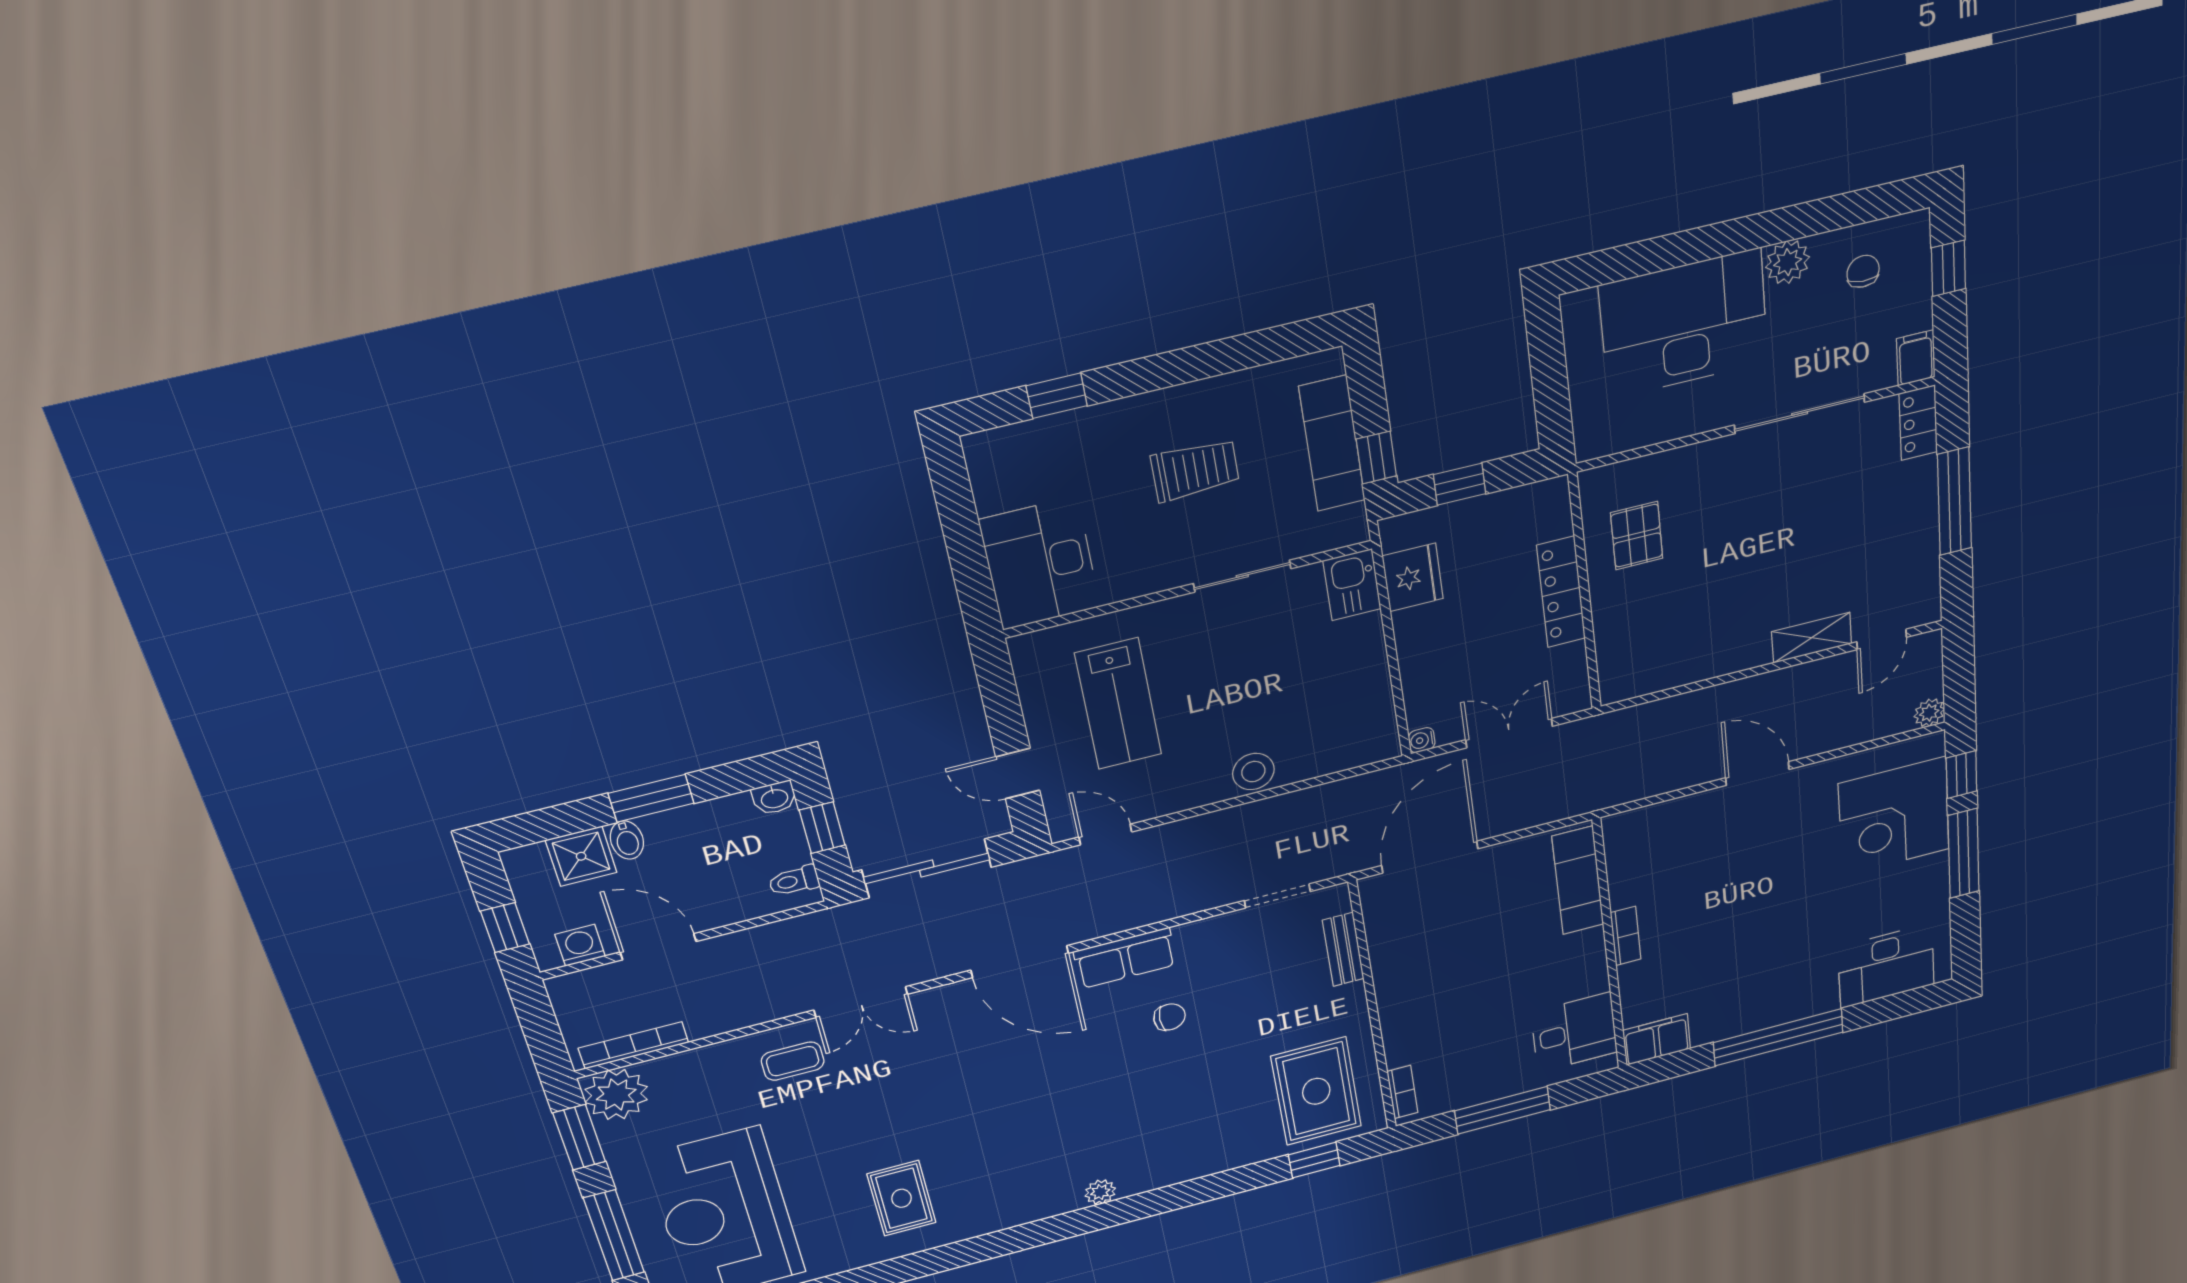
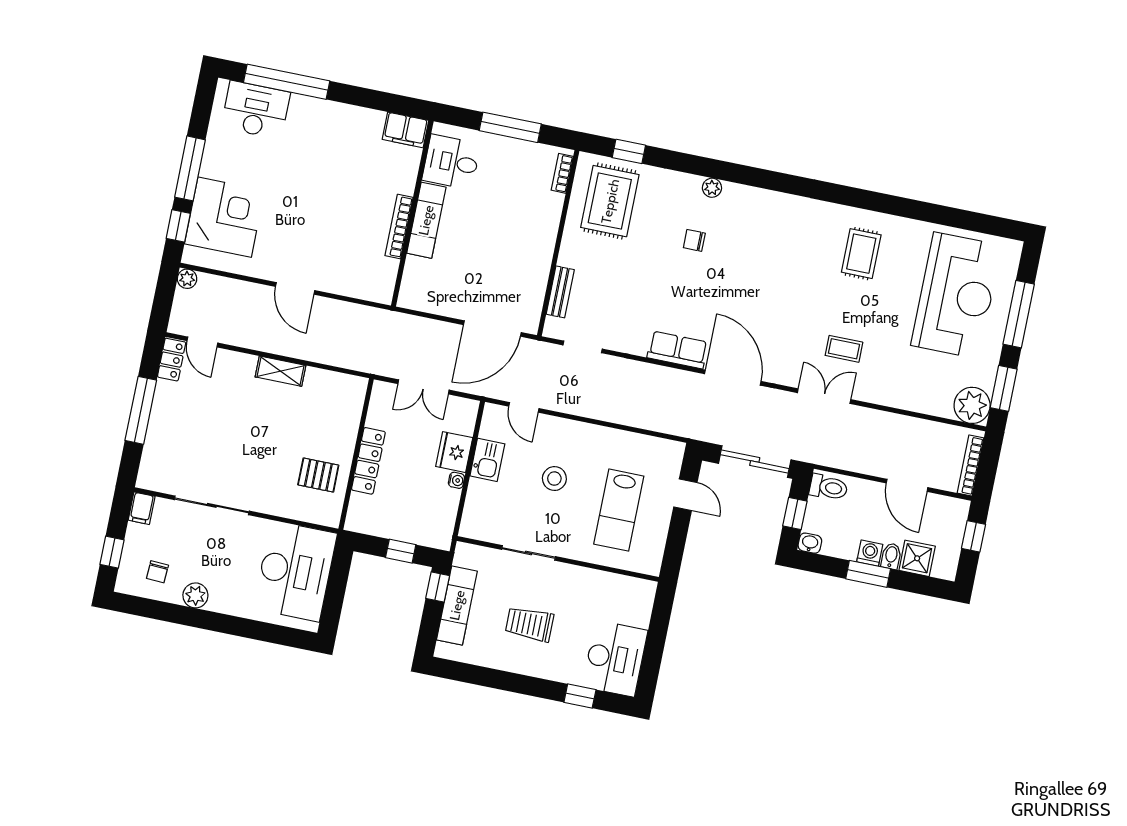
desk: (1684, 324) -> (295, 571), moved, turned -90
locker: (1918, 423) -> (172, 360), moved
pallet: (1637, 536) -> (318, 475), turned 90
desk: (1040, 564) -> (615, 659), moved
fridge: (1413, 577) -> (454, 452), moved
kitchen sink: (1352, 585) -> (487, 460), moved
shelving: (1812, 638) -> (281, 371), moved
door: (1882, 639) -> (202, 342), swing flipped
lab bench: (1118, 704) -> (619, 510), turned 180
water cooler: (1422, 740) -> (456, 480), moved
stool: (1253, 772) -> (554, 479), moved
door: (1105, 834) -> (524, 407), moved
toilet: (794, 881) -> (829, 487), width x1.37, depth x1.39
exam couch: (1578, 881) -> (426, 220), moved
bookcase: (1626, 936) -> (399, 227), width x1.56
washing machine: (580, 945) -> (870, 553), moved, turned 180
chair: (1169, 1017) -> (694, 240), moved
window: (1778, 1037) -> (287, 82), moved
bookcase: (633, 1045) -> (970, 466), moved, turned 90
coffee table: (793, 1061) -> (844, 349), moved
plant: (1100, 1192) -> (712, 188), moved

